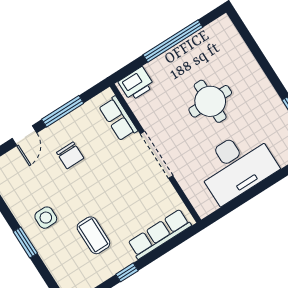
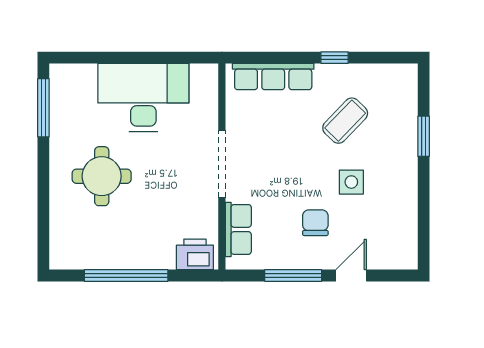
round table: (210, 101) -> (102, 176), moved
side table: (46, 218) -> (351, 182), moved
coffee table: (93, 235) -> (345, 121), turned 44
window: (25, 243) -> (424, 136), moved

